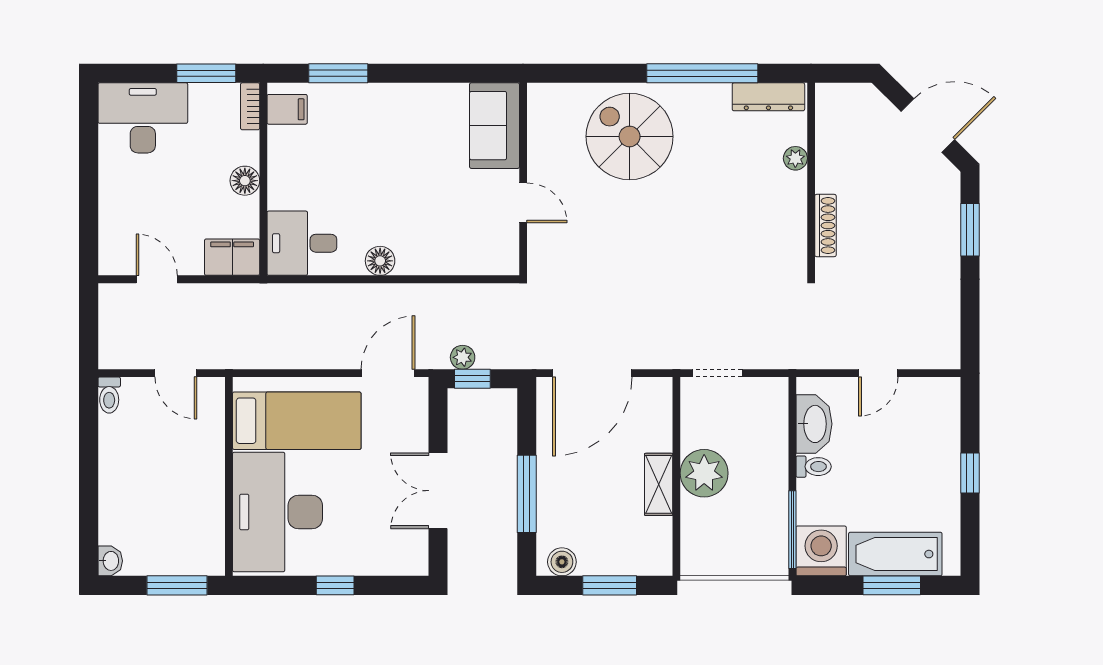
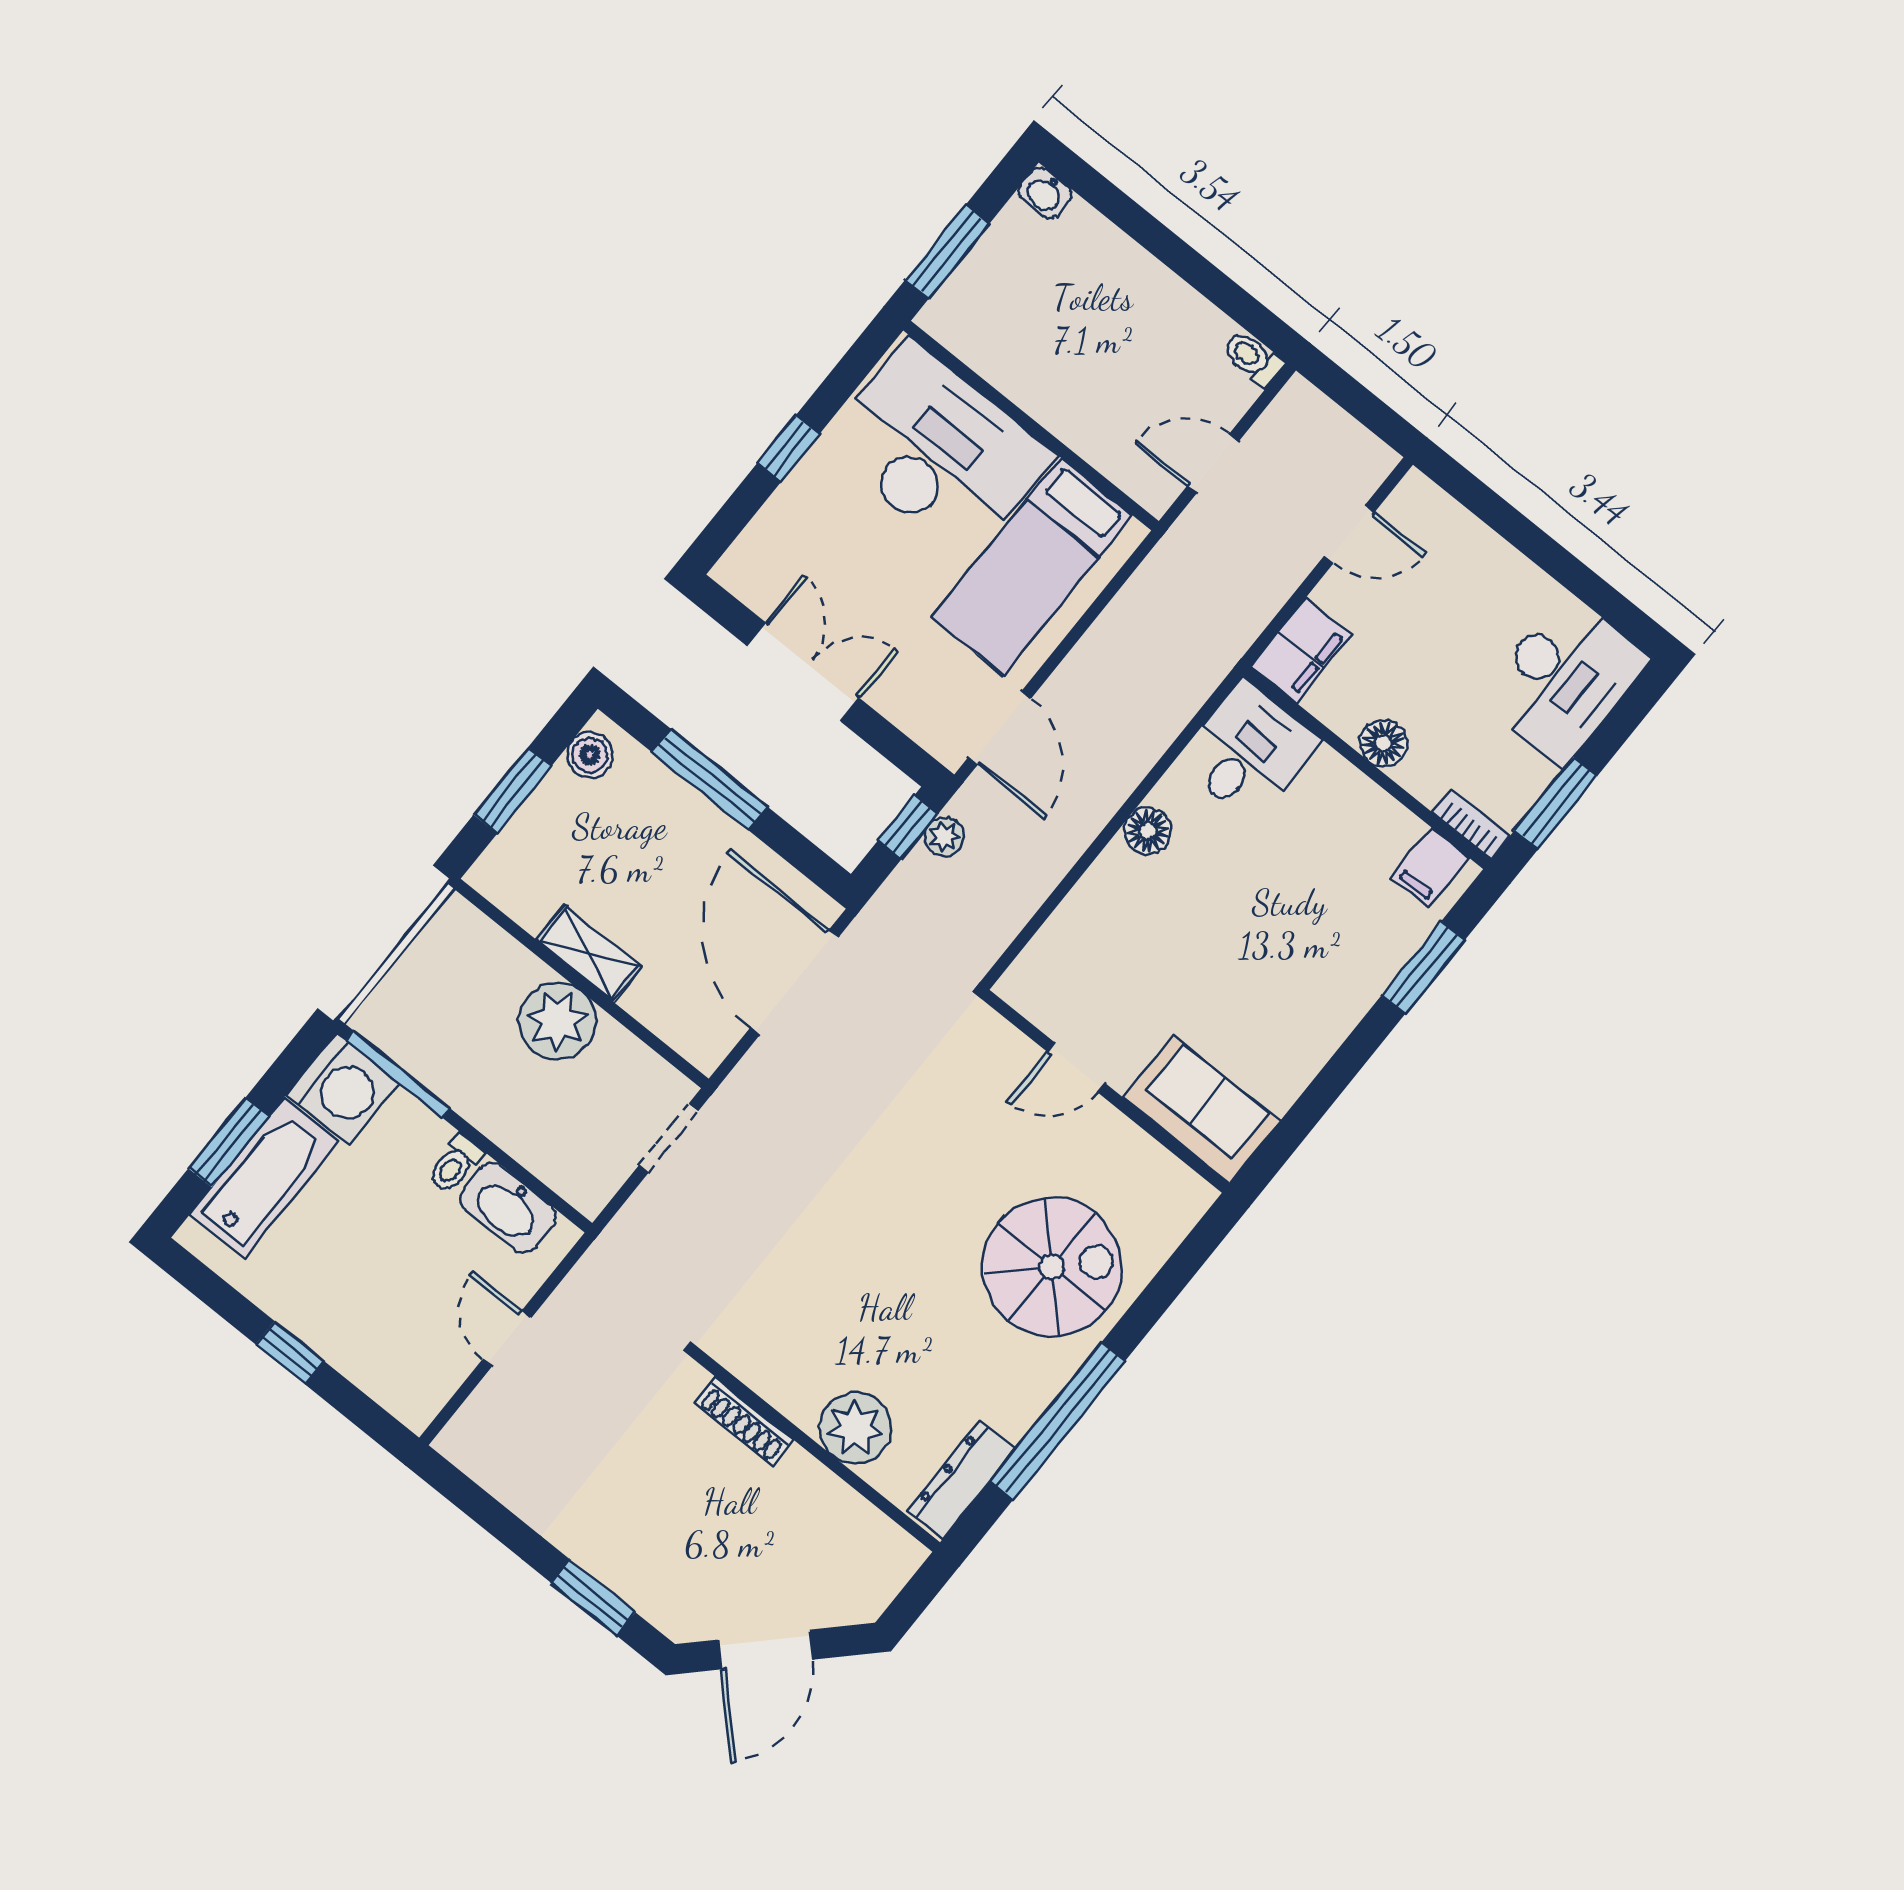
plant: (795, 158) -> (855, 1428), width x1.87, depth x1.87

